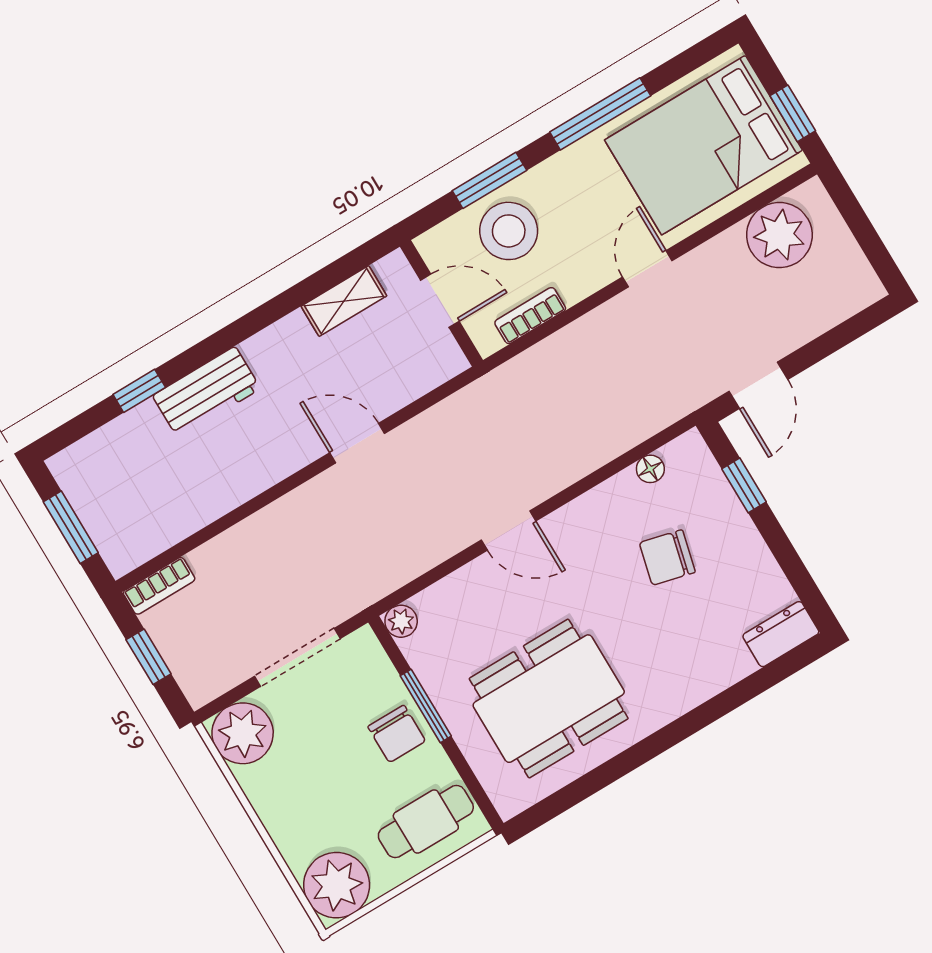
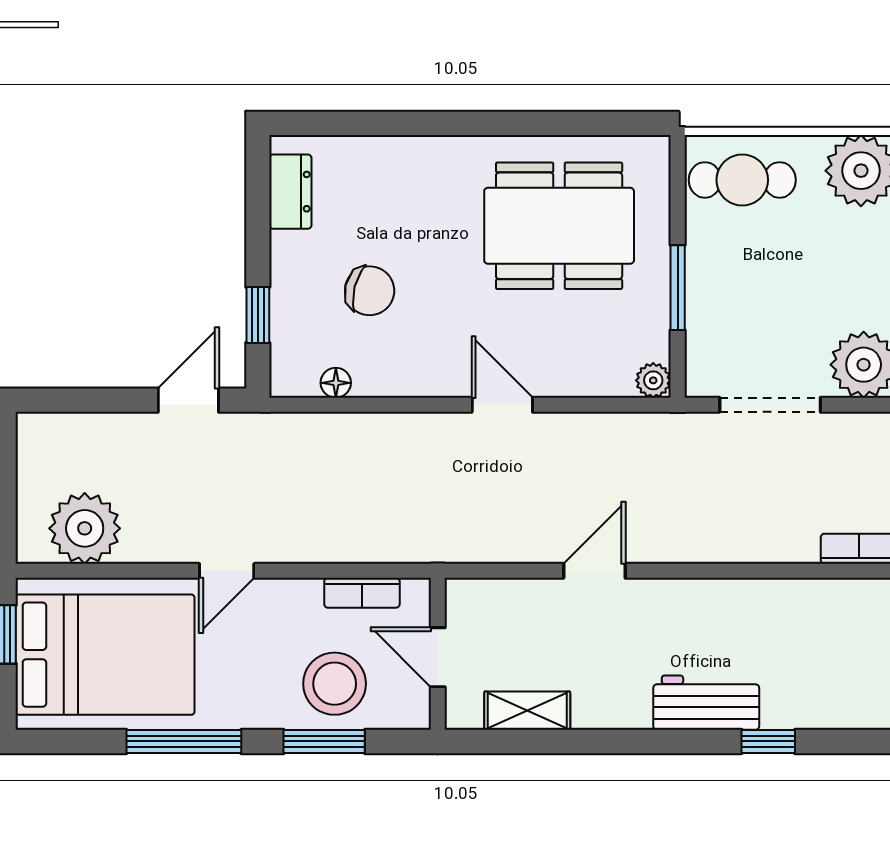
door: (357, 443) -> (594, 571), swing flipped
dresser: (781, 634) -> (290, 192), moved, turned -90
chair: (397, 734) -> (720, 278), removed

